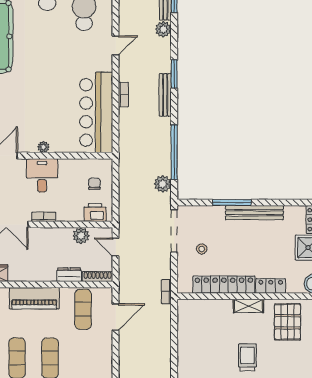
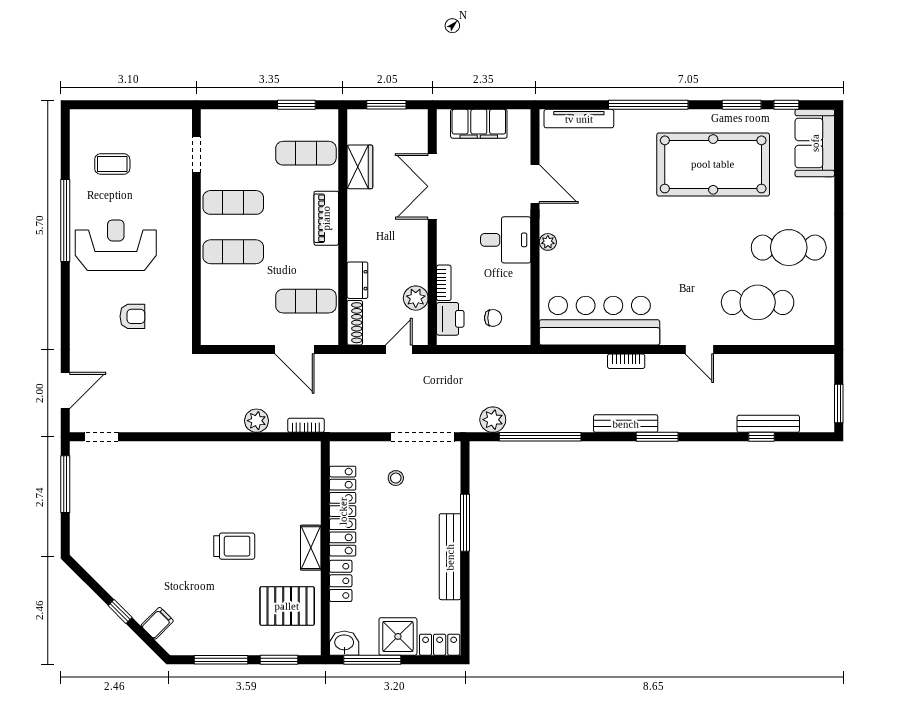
plant: (163, 29) -> (257, 421), moved
bookcase: (44, 217) -> (444, 283), moved
bookcase: (166, 292) -> (306, 425), moved
piano: (34, 298) -> (326, 218), width x0.73, depth x0.75

